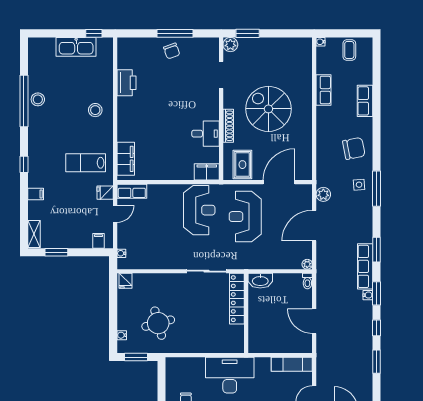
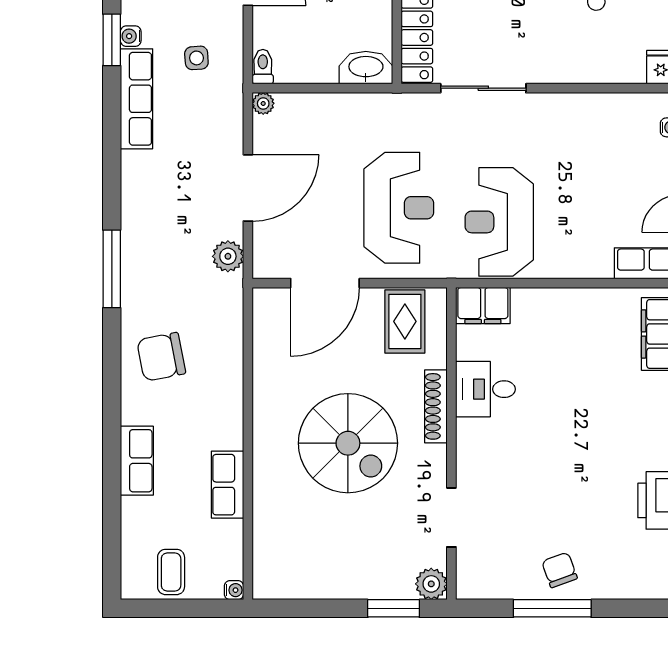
side table: (359, 185) -> (196, 58), moved
window: (376, 250) -> (112, 136), removed

